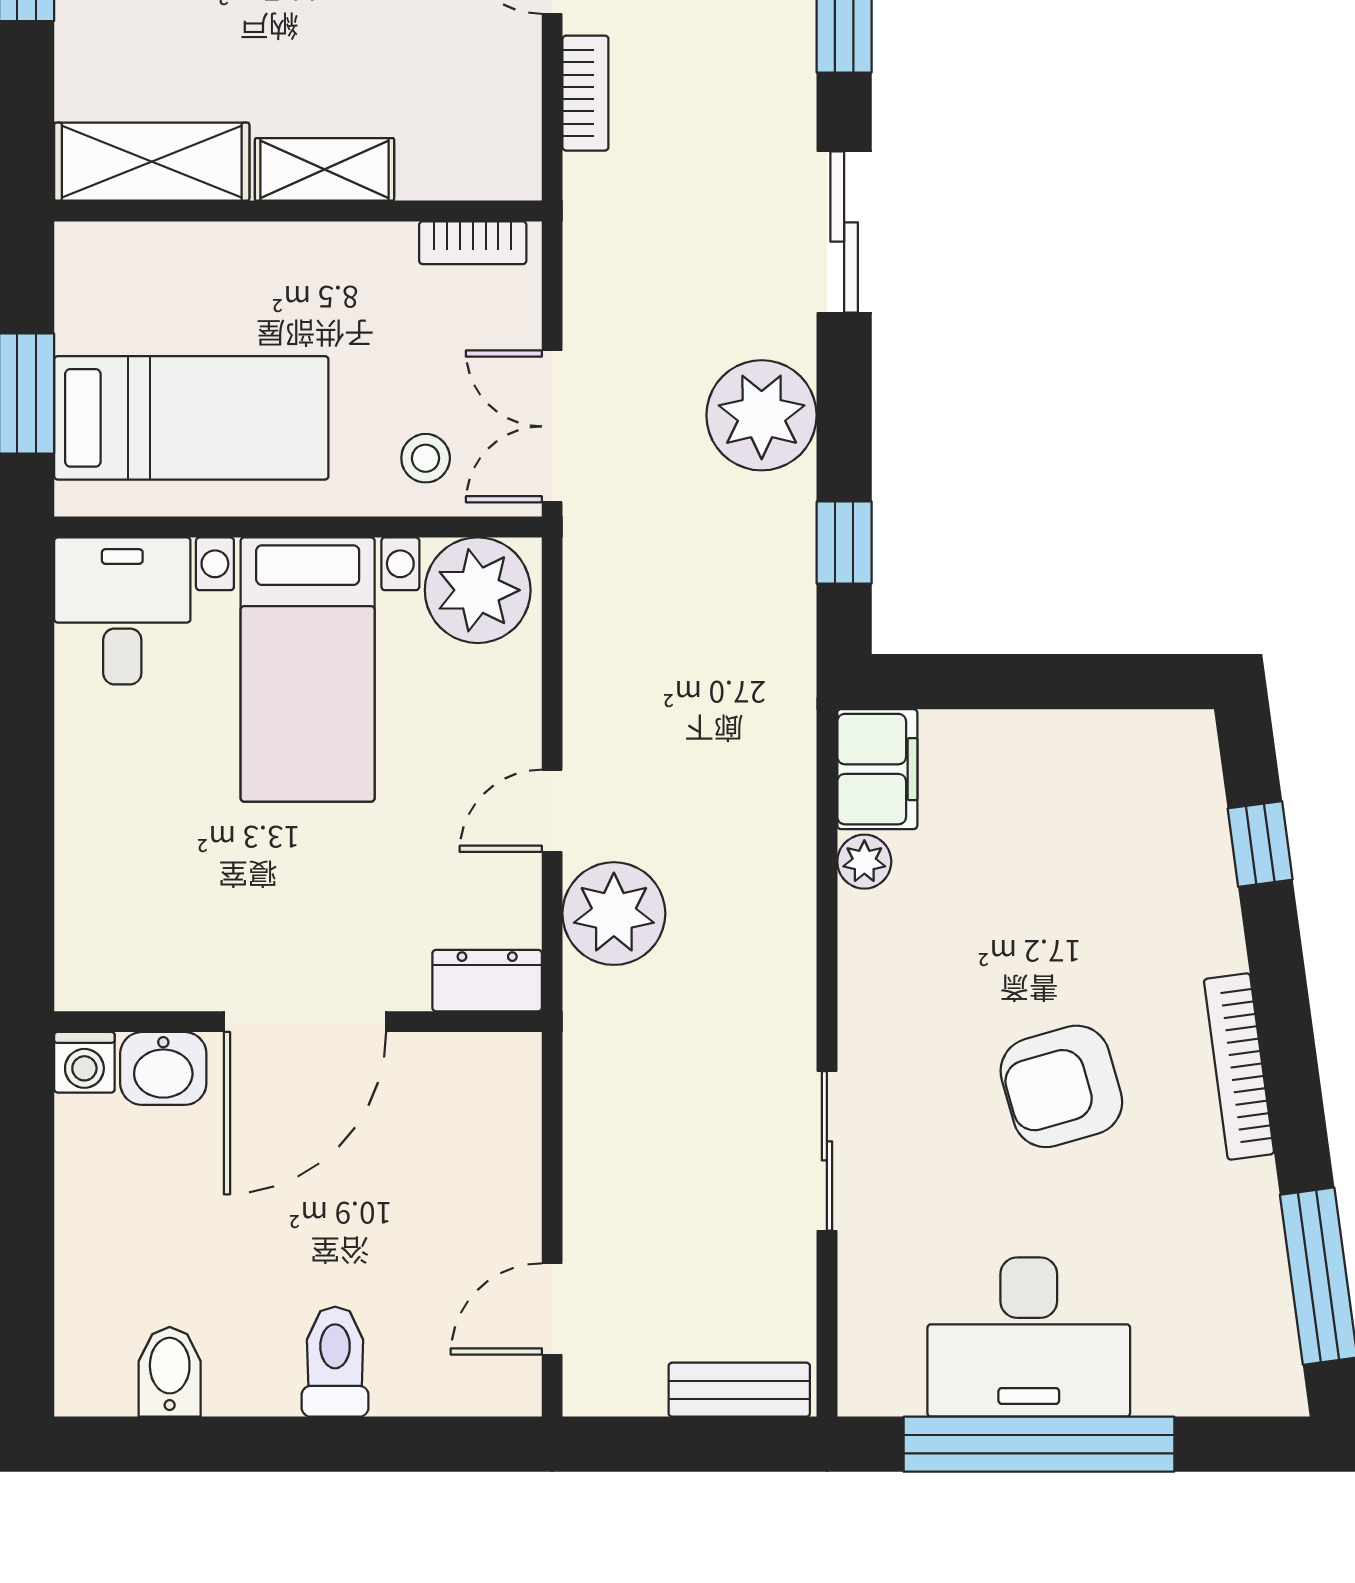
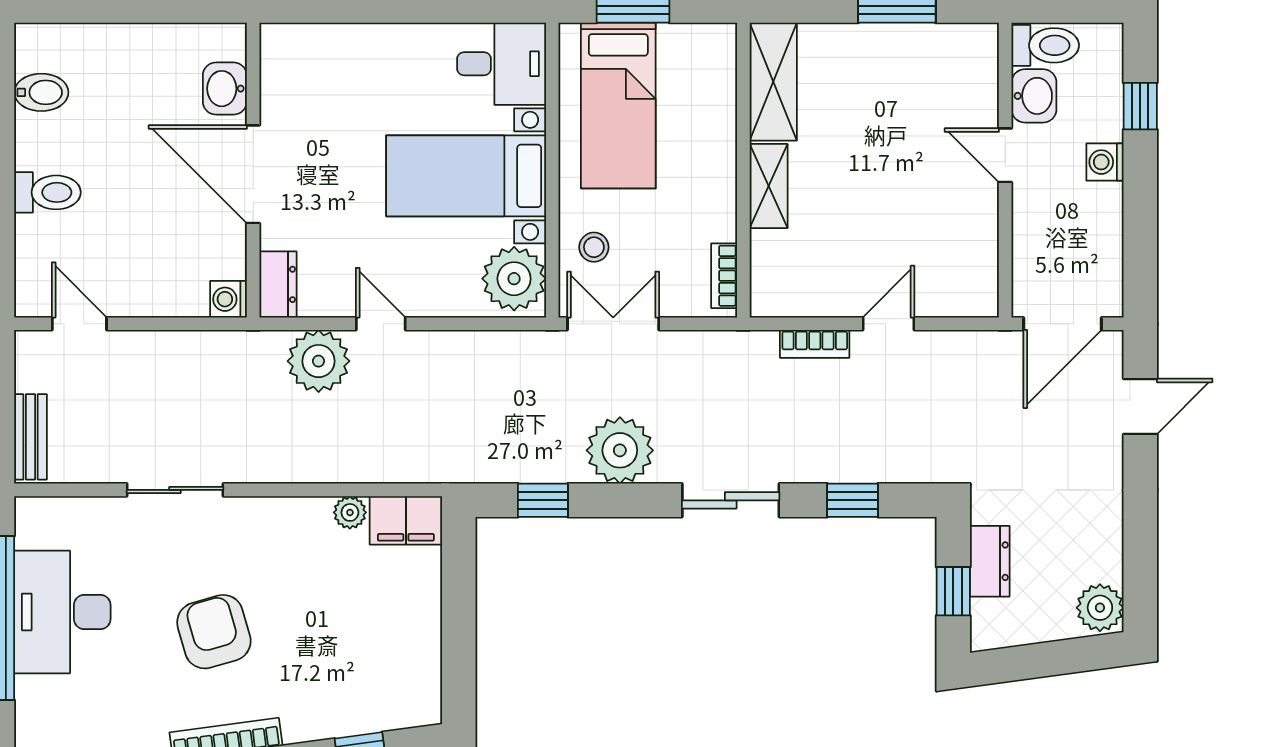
washing machine: (84, 1062) -> (229, 299), moved

